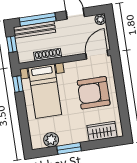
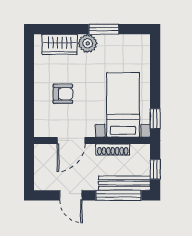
plant: (100, 19) -> (41, 184), removed
door: (97, 55) -> (71, 141), moved
armchair: (94, 93) -> (63, 94), width x0.53, depth x0.53
plant: (51, 140) -> (88, 43), moved

